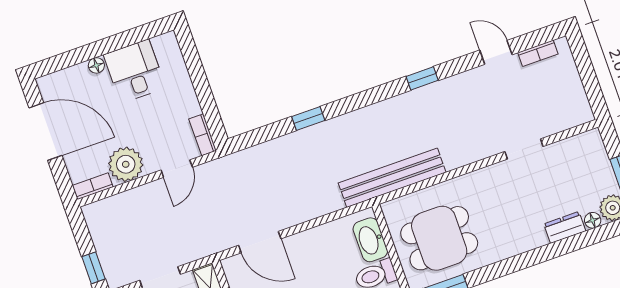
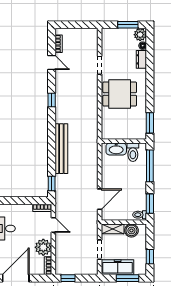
door: (496, 52) -> (52, 63), swing flipped
window: (308, 118) -> (52, 184), moved
bench: (392, 178) -> (61, 149), moved
dining table: (439, 238) -> (120, 94), moved, turned 90
window: (94, 268) -> (68, 278), moved

